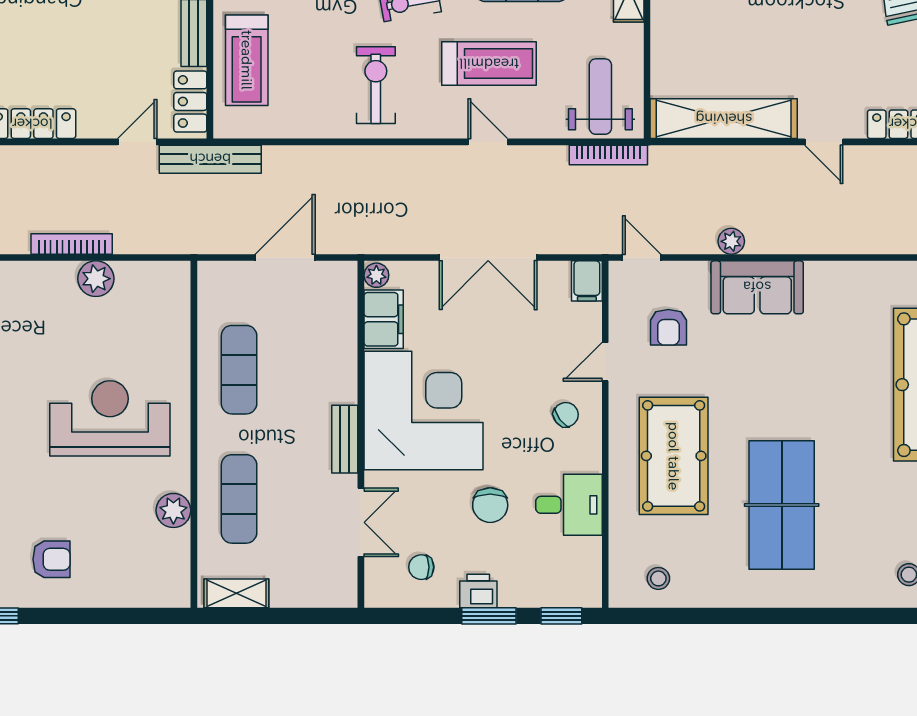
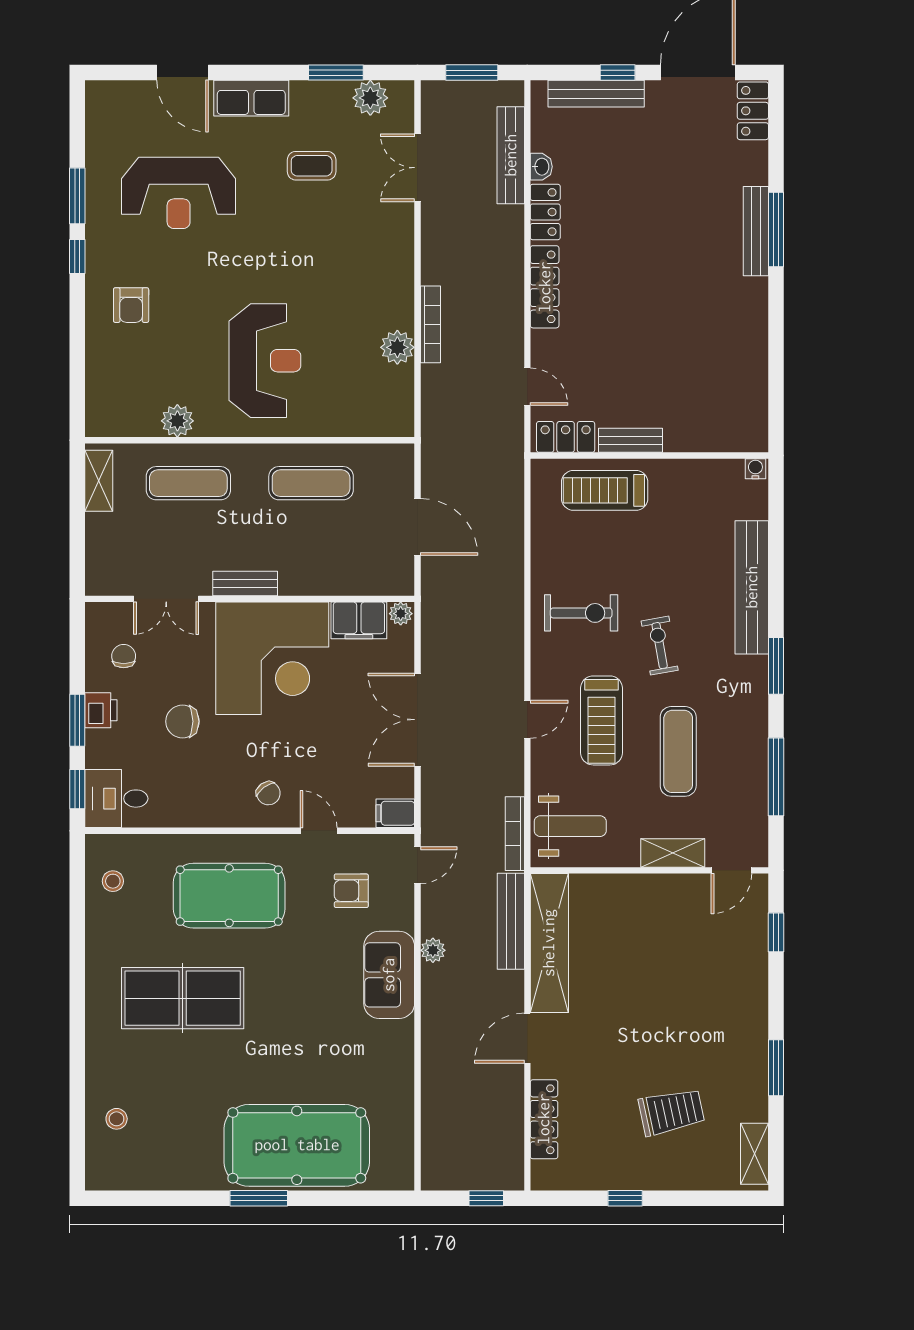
door: (824, 142) -> (527, 1038), width x1.38
bench: (210, 159) -> (511, 921), moved
desk: (569, 505) -> (116, 799), moved, turned 90

